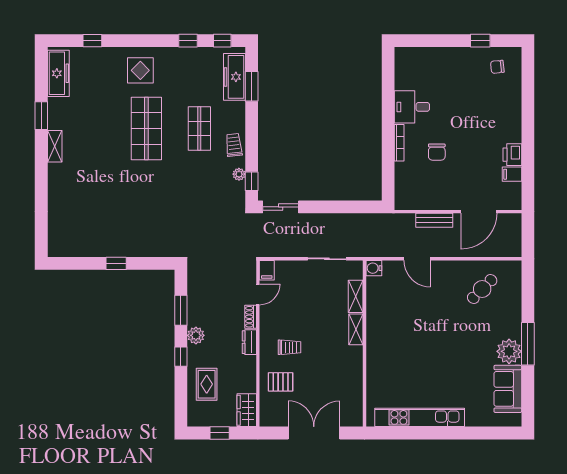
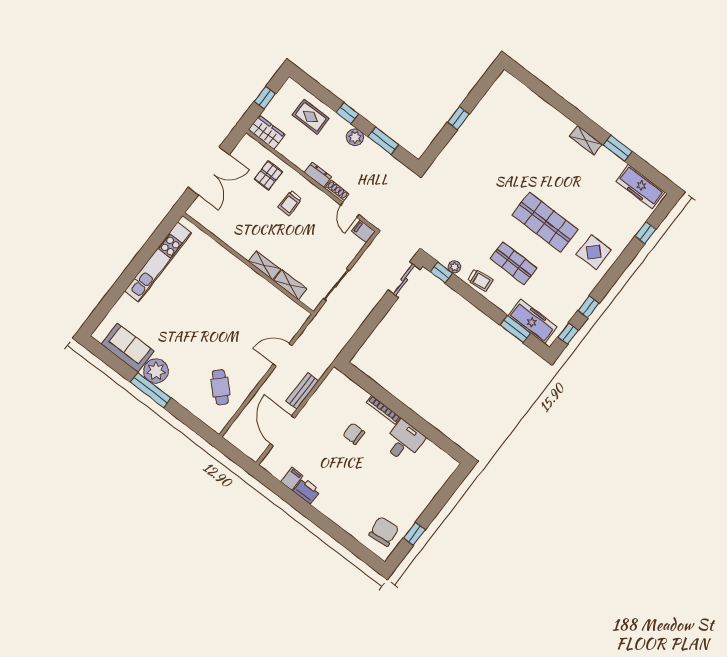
chair: (497, 67) -> (384, 531), width x1.87, depth x1.87
water cooler: (374, 268) -> (301, 316), removed

